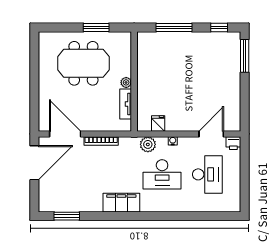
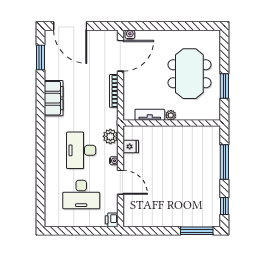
water cooler: (43, 124) -> (130, 35), added
door: (211, 134) -> (121, 182), moved
door: (34, 163) -> (70, 26), moved
filing cabinet: (121, 203) -> (54, 98), moved

